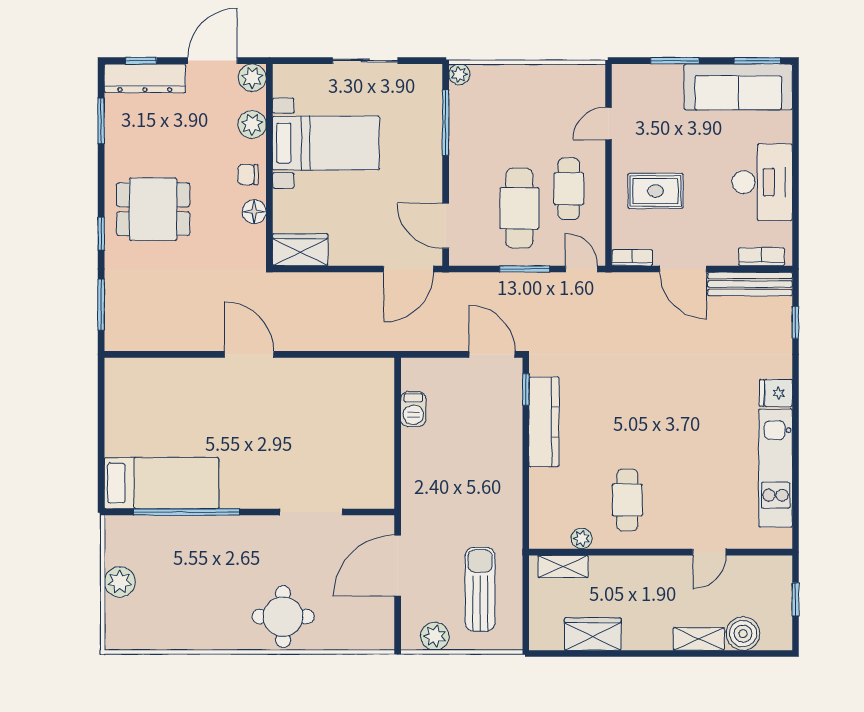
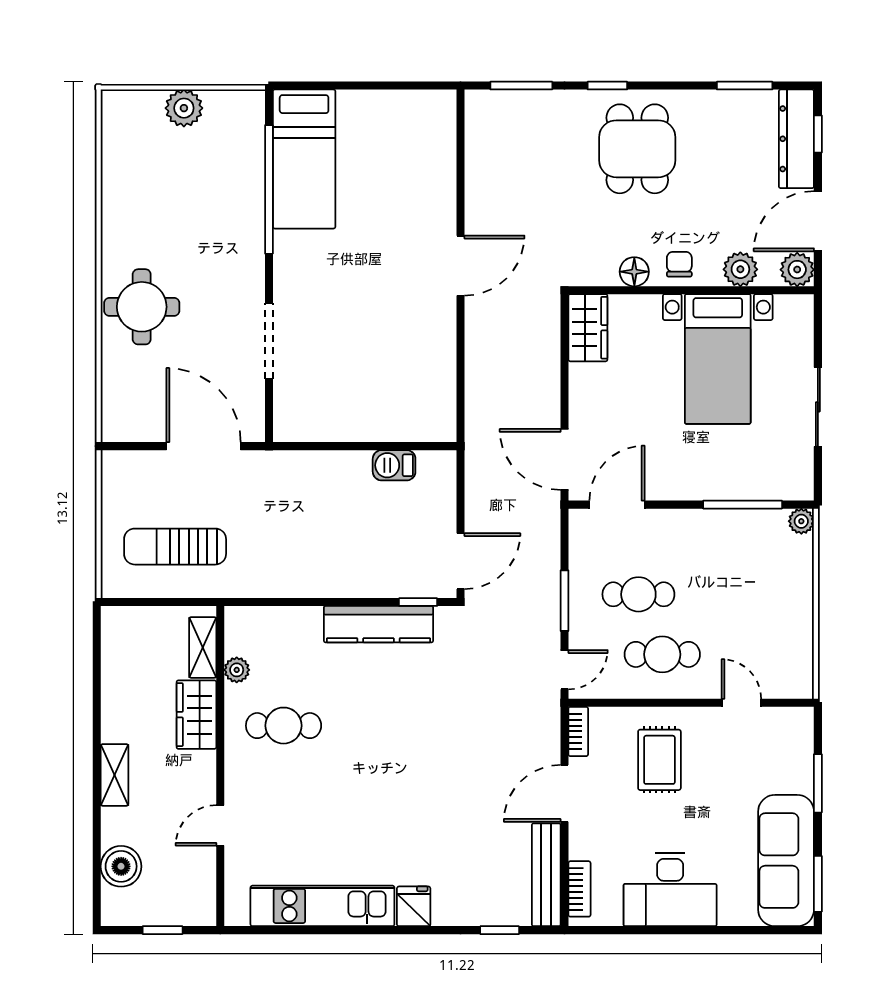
door: (213, 61) -> (818, 221), swing flipped
cafe table: (519, 208) -> (638, 594), width x0.73, depth x0.74
door: (709, 552) -> (220, 825), hinge flipped
sun lounger: (480, 589) -> (175, 547), turned 180
wardrobe: (593, 634) -> (196, 715), moved, turned 180
plant: (435, 636) -> (118, 491), removed
shelving: (699, 639) -> (114, 775), moved

